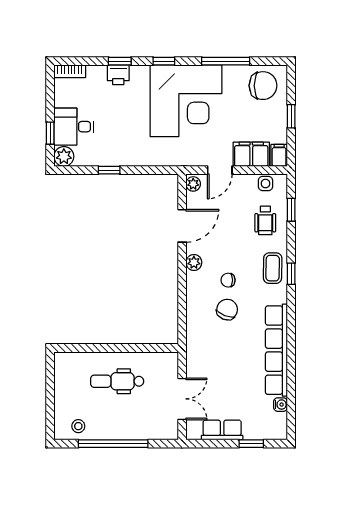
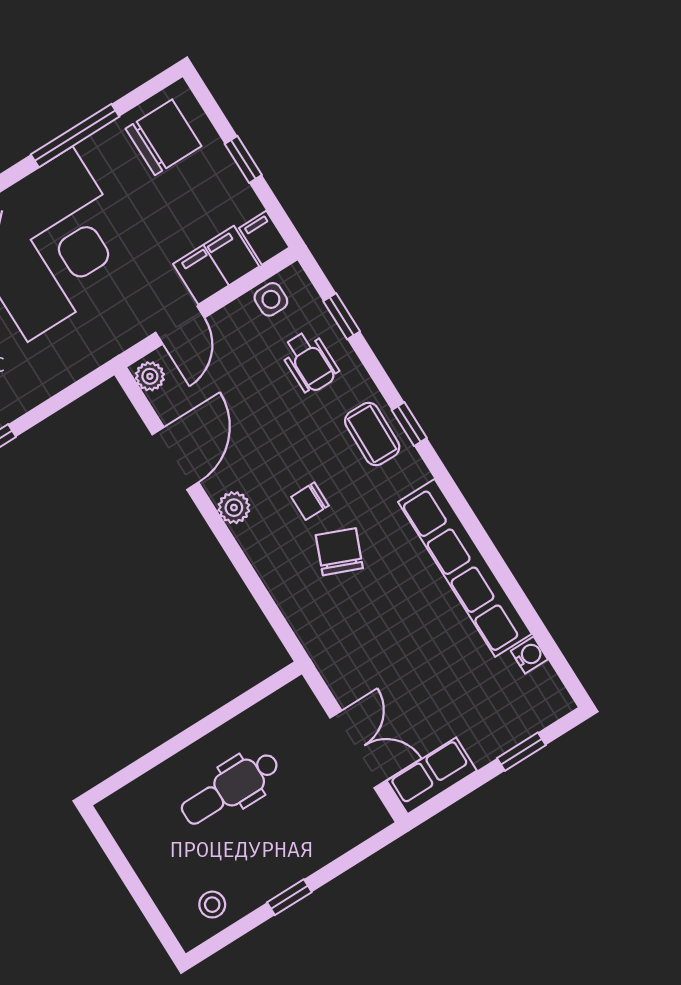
row of seats: (222, 430) -> (432, 776), moved
window: (113, 444) -> (289, 897), width x0.32

